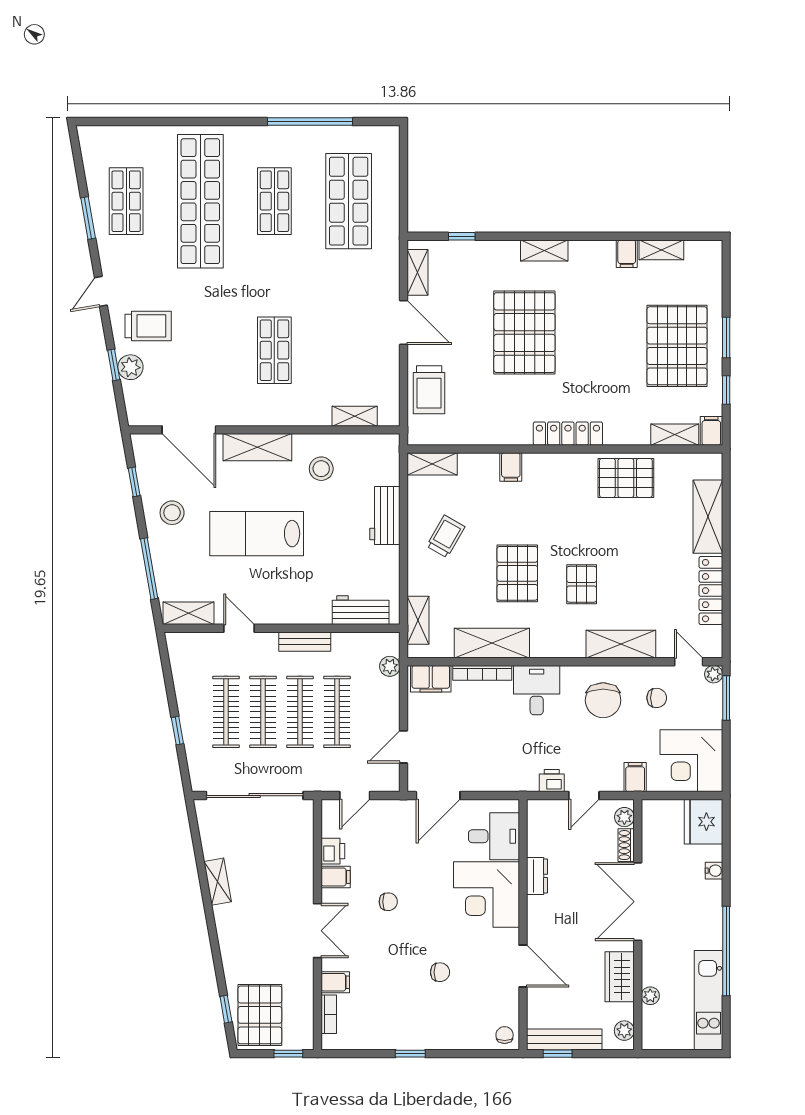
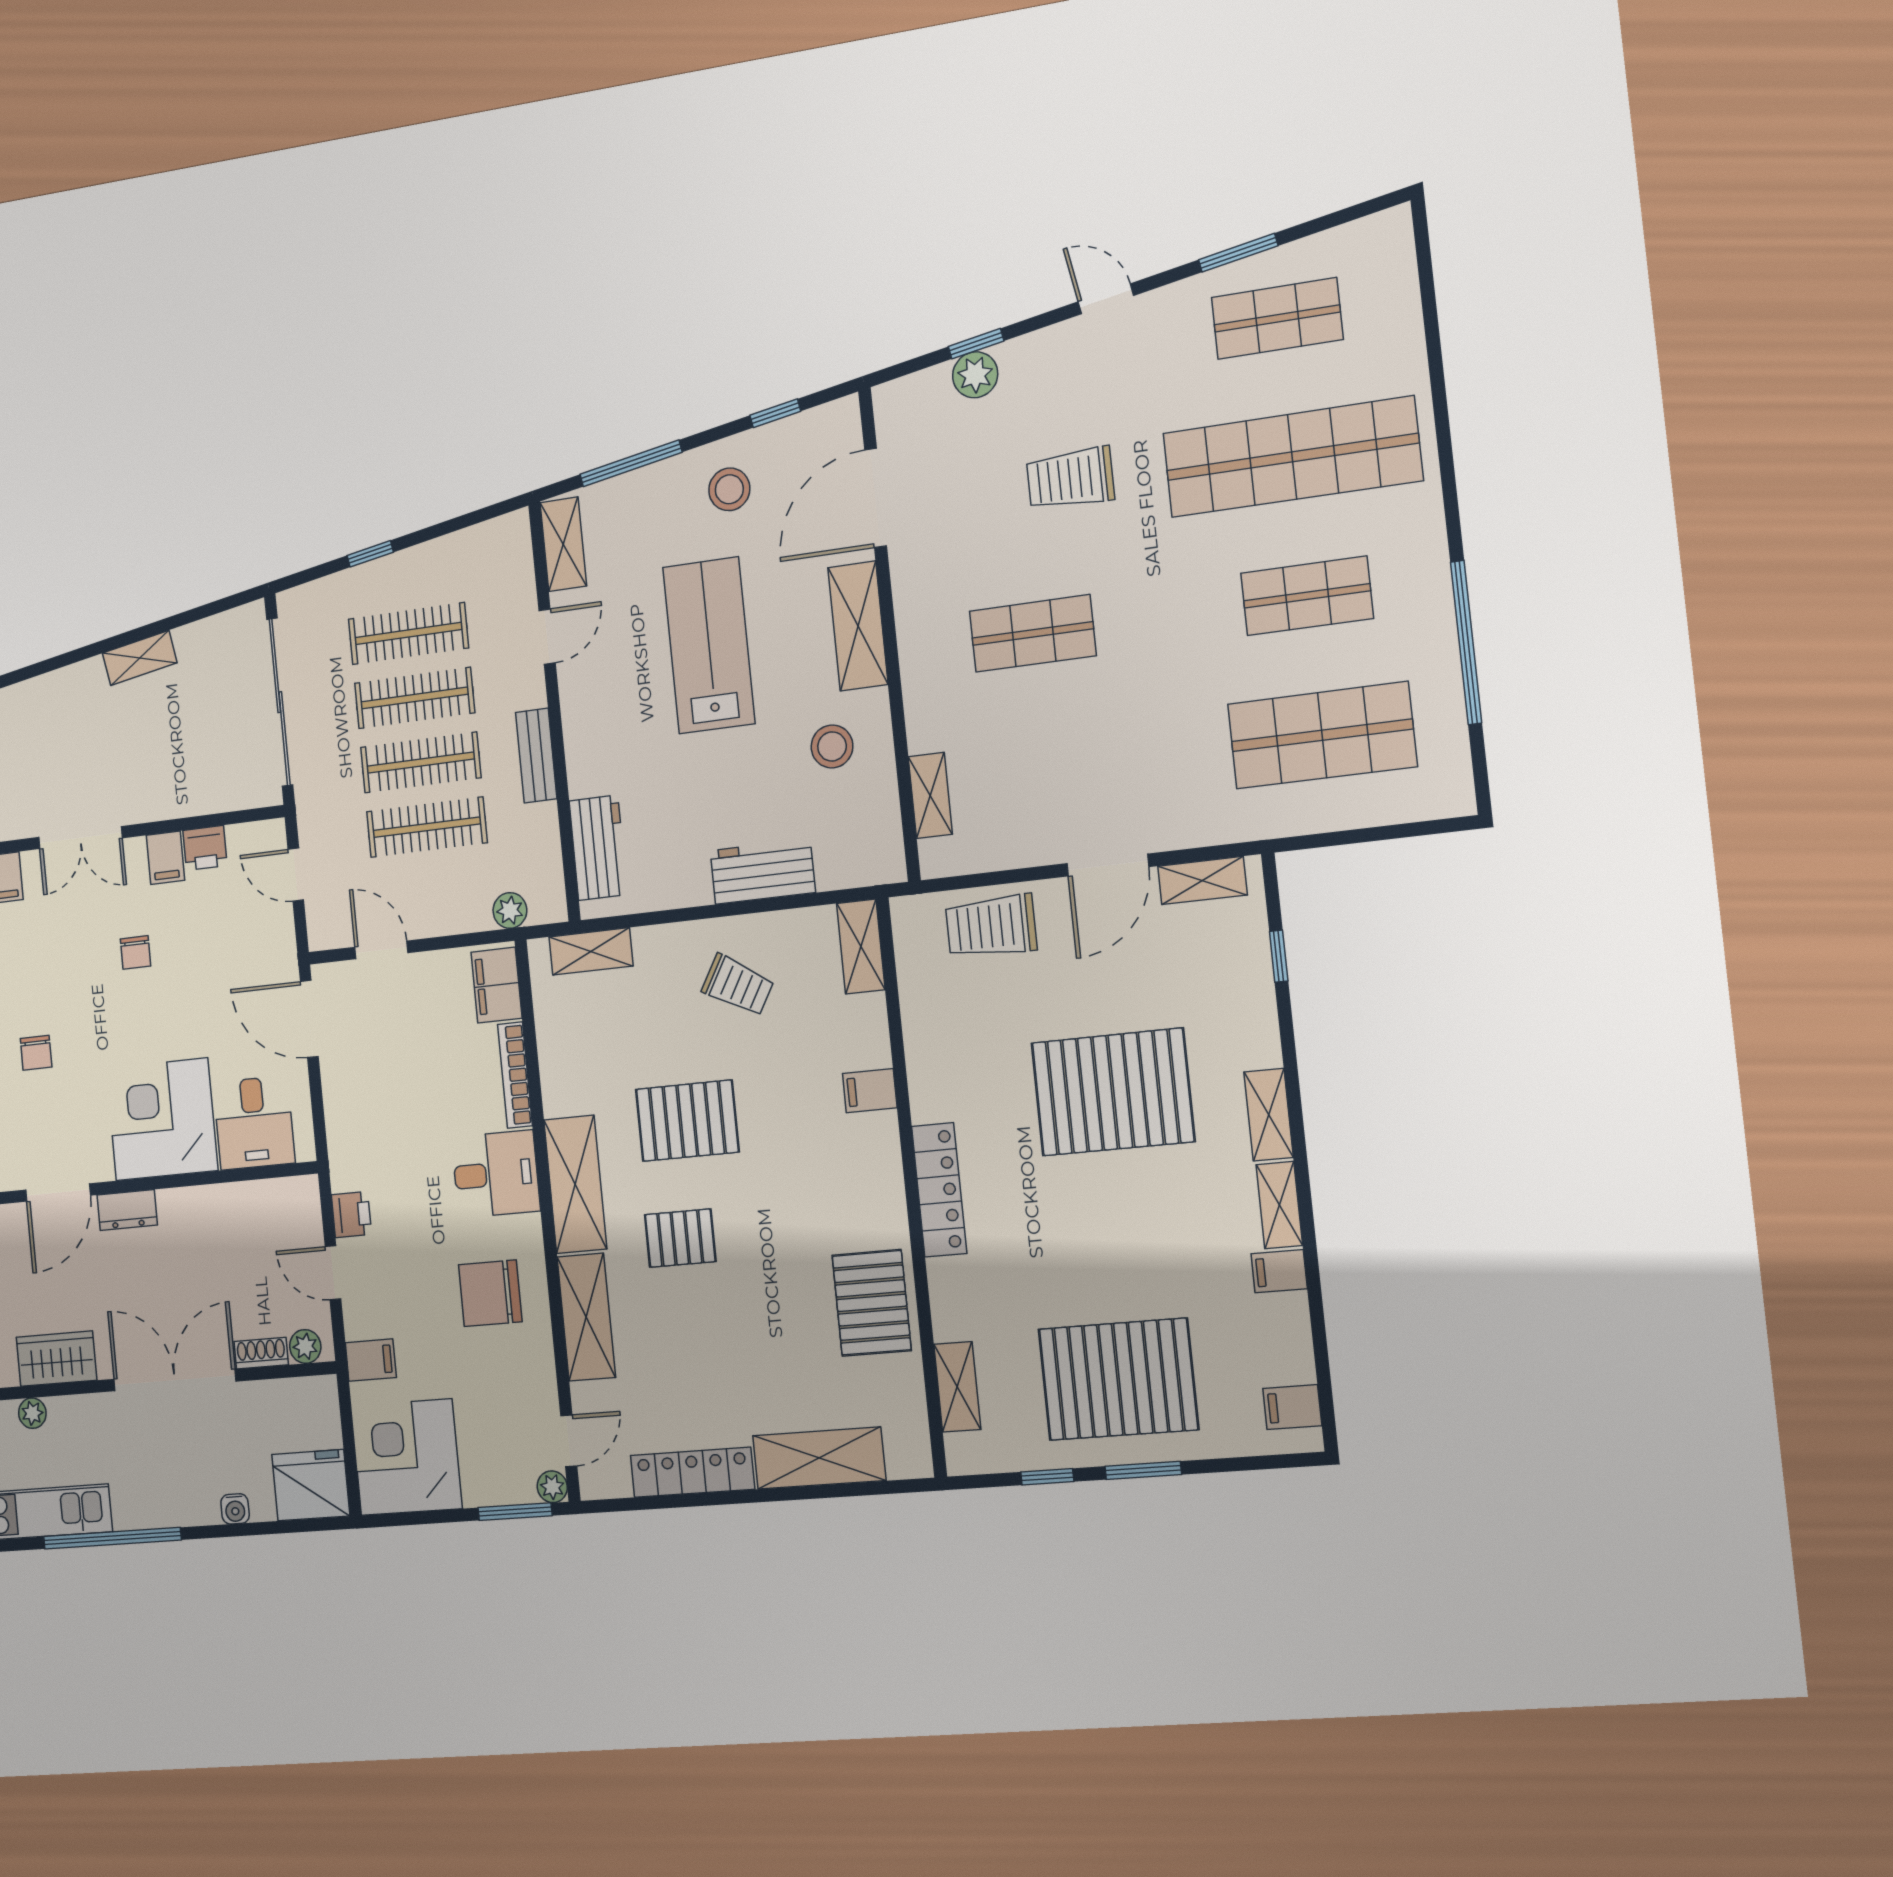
shelving: (661, 250) -> (1279, 1205), moved
trolley: (148, 326) -> (1070, 479), moved, turned 90
filing cabinet: (711, 431) -> (1292, 1407), moved, turned 180
shelving: (492, 643) -> (575, 1184), moved
chair: (657, 698) -> (503, 1388), removed
dresser: (537, 876) -> (127, 1210), moved

